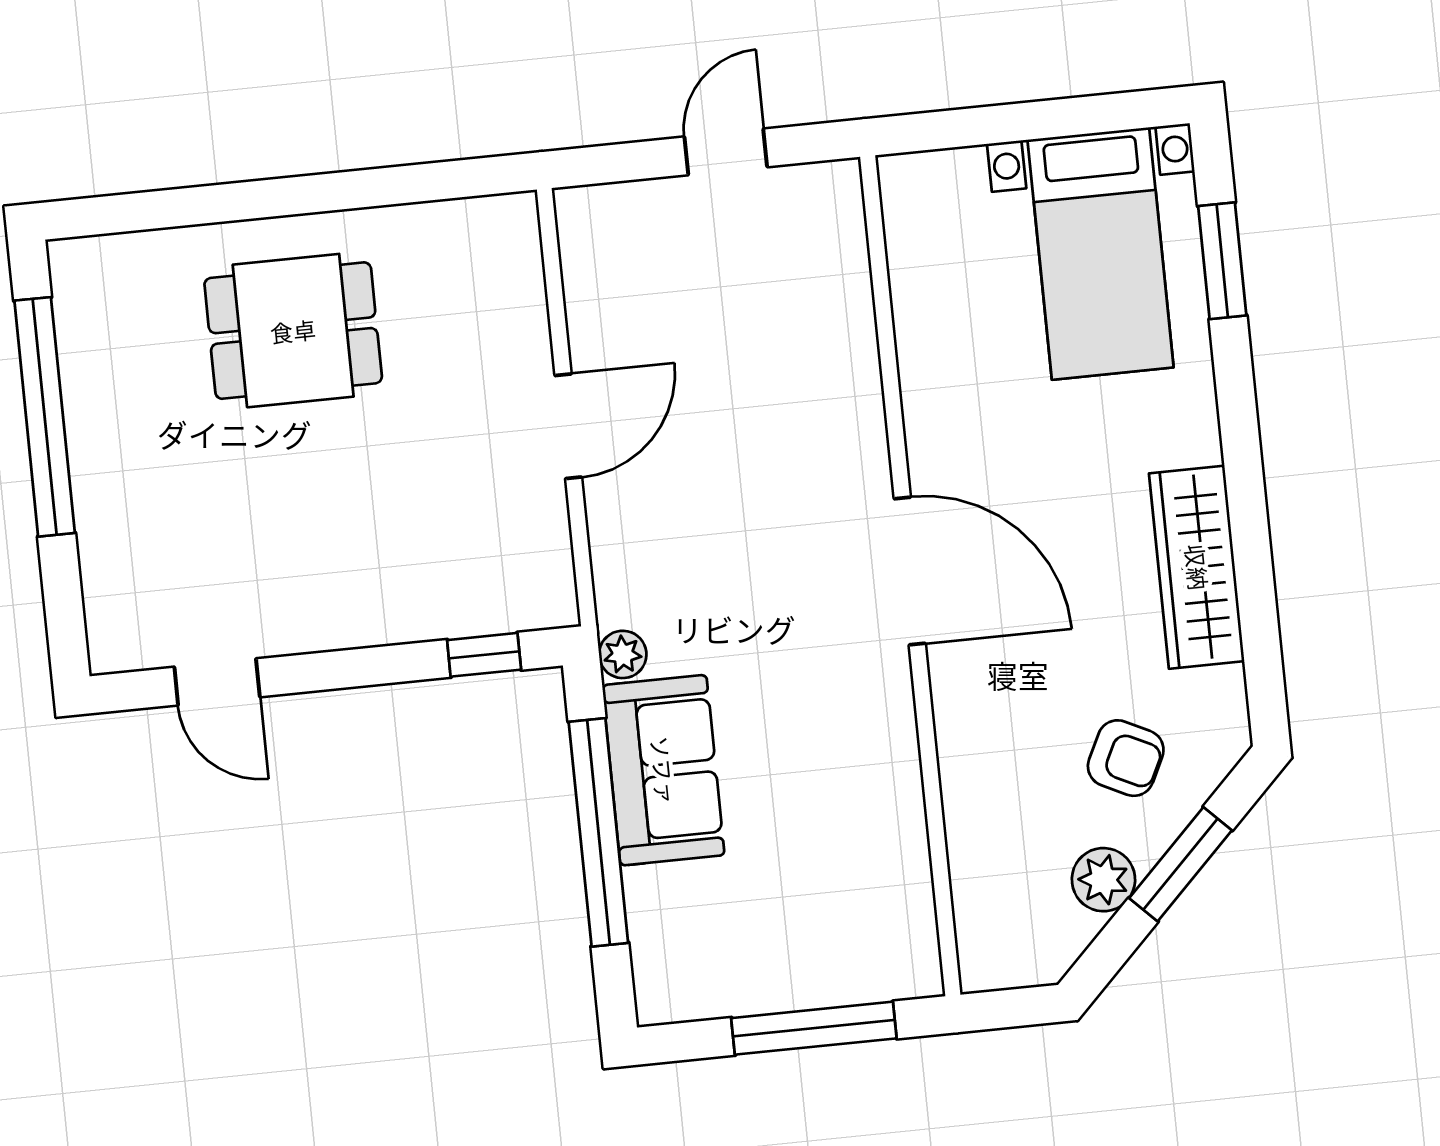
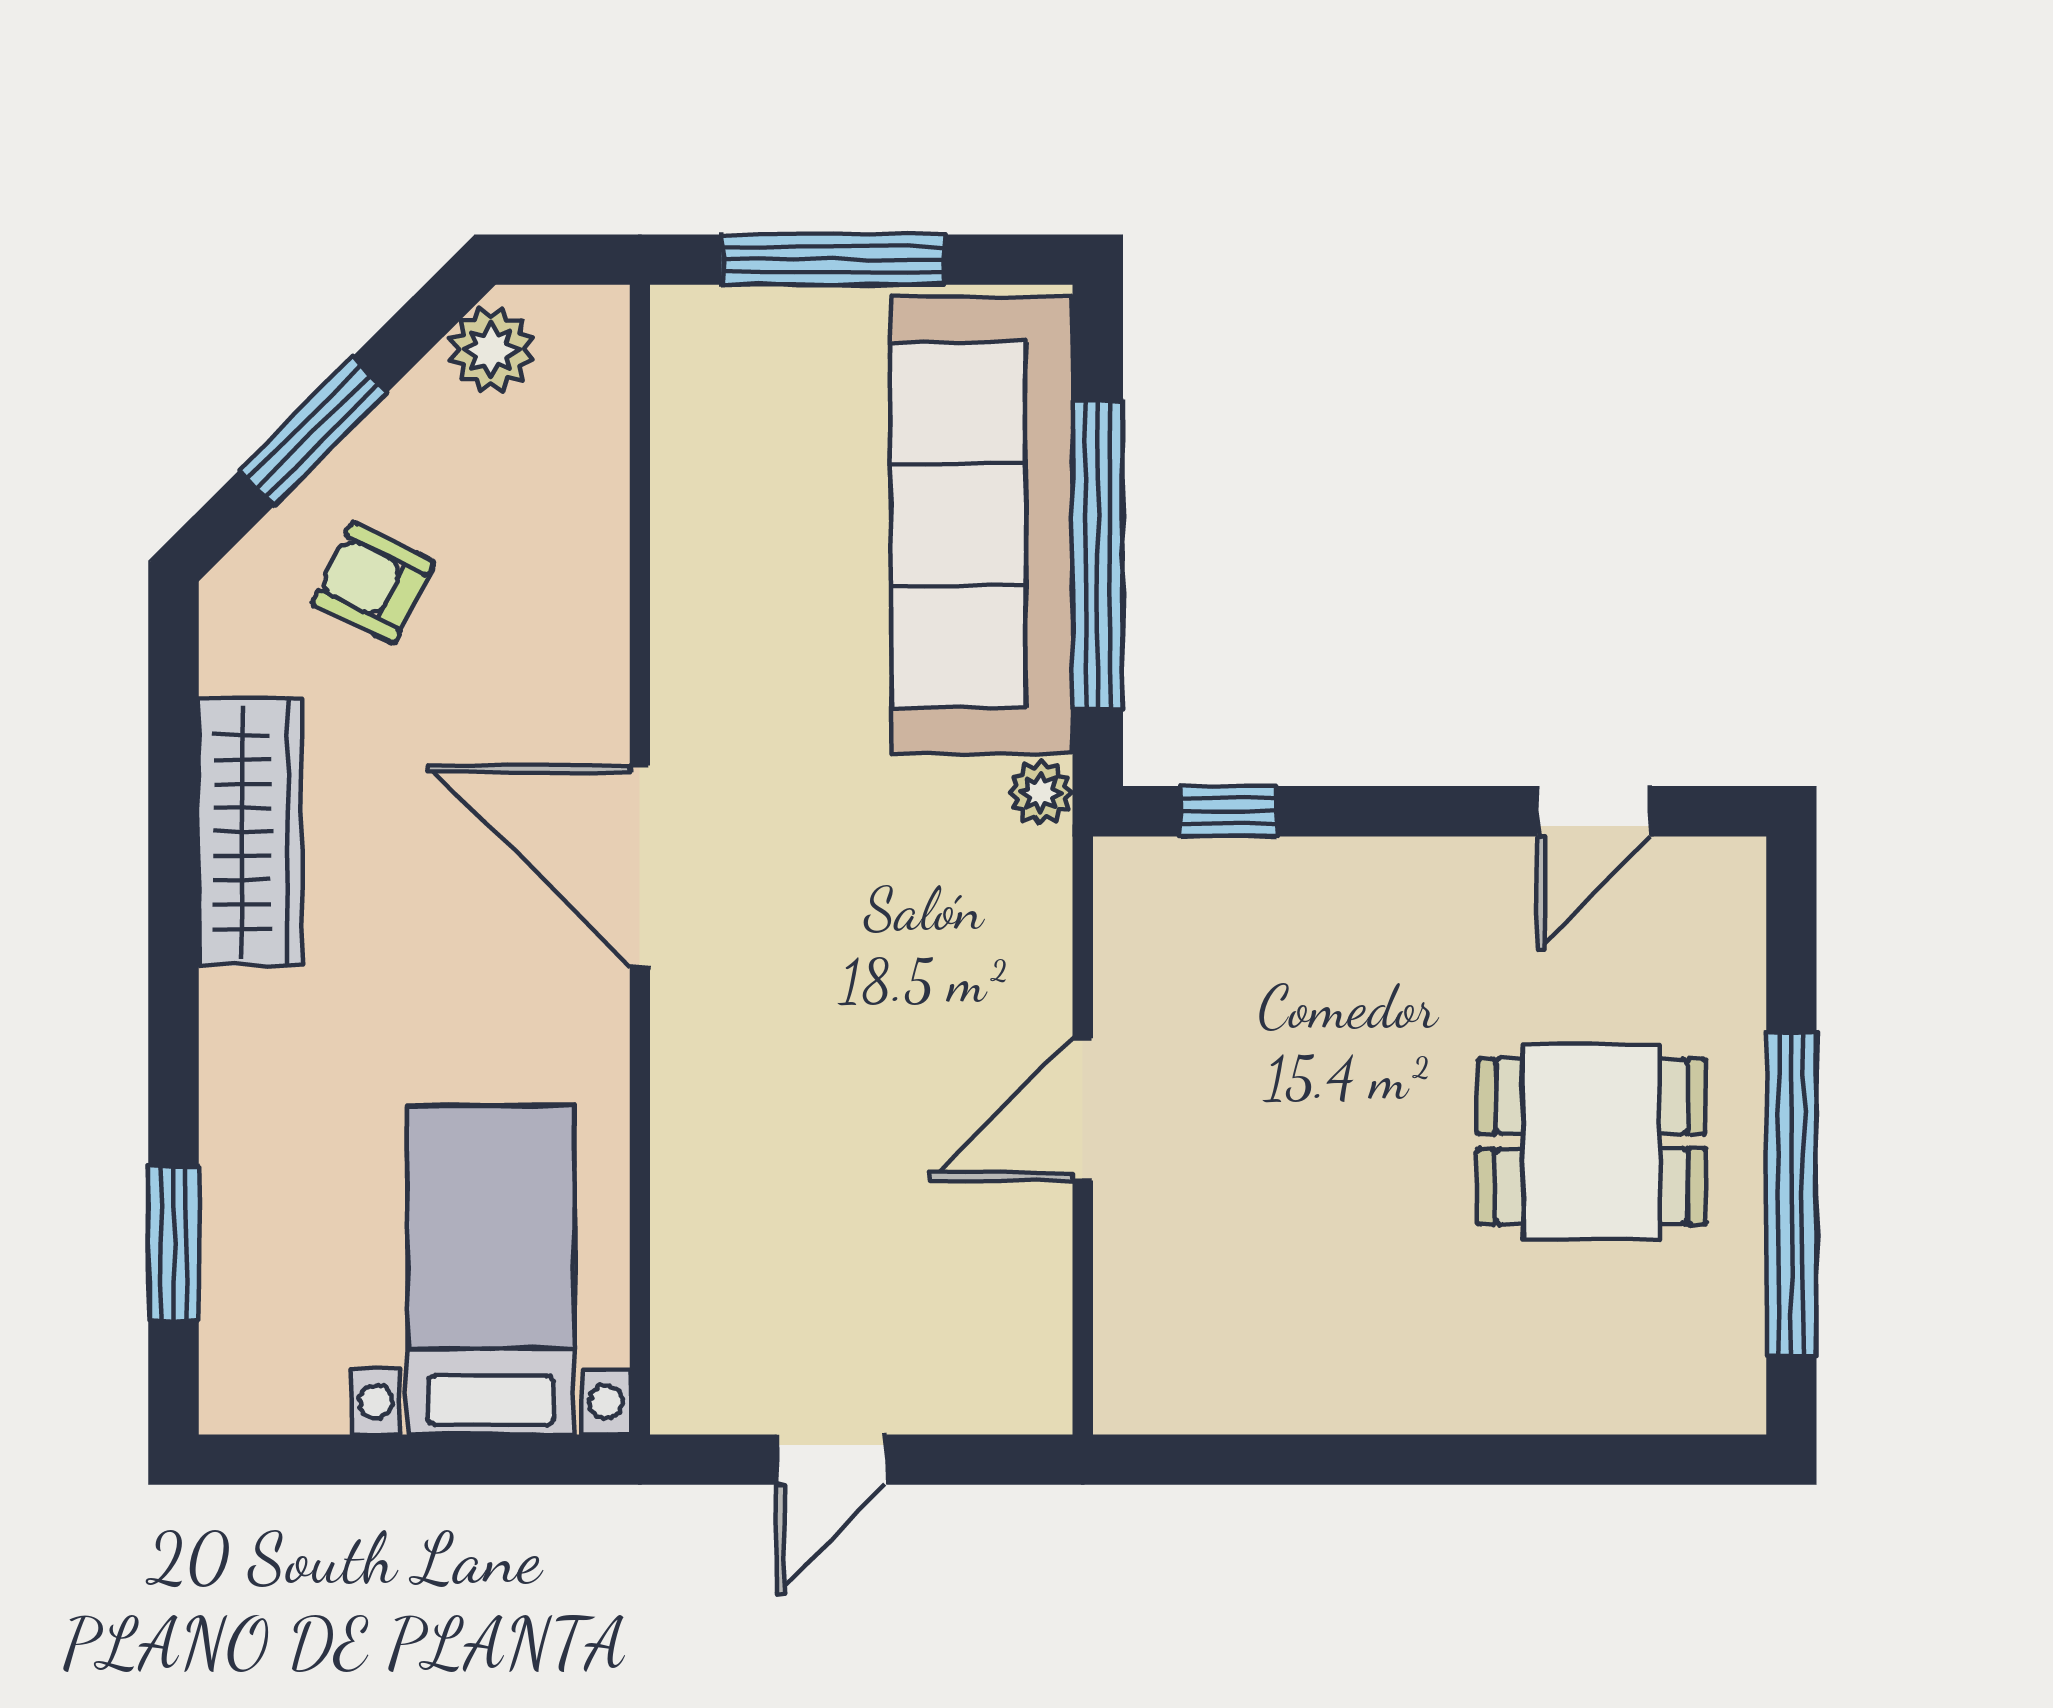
bed with nightstands: (1101, 254) -> (491, 1270), moved
dining table: (293, 331) -> (1592, 1141), moved
door: (217, 682) -> (1594, 811), swing flipped
sofa: (663, 770) -> (982, 525), width x1.85, depth x1.27
plant: (1103, 880) -> (491, 350), moved

